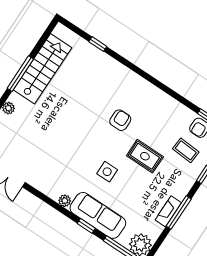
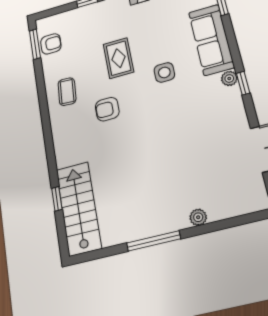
stairs: (42, 69) -> (79, 208), moved, turned 90
coffee table: (186, 150) -> (67, 92), moved
window: (86, 226) -> (243, 83), moved

